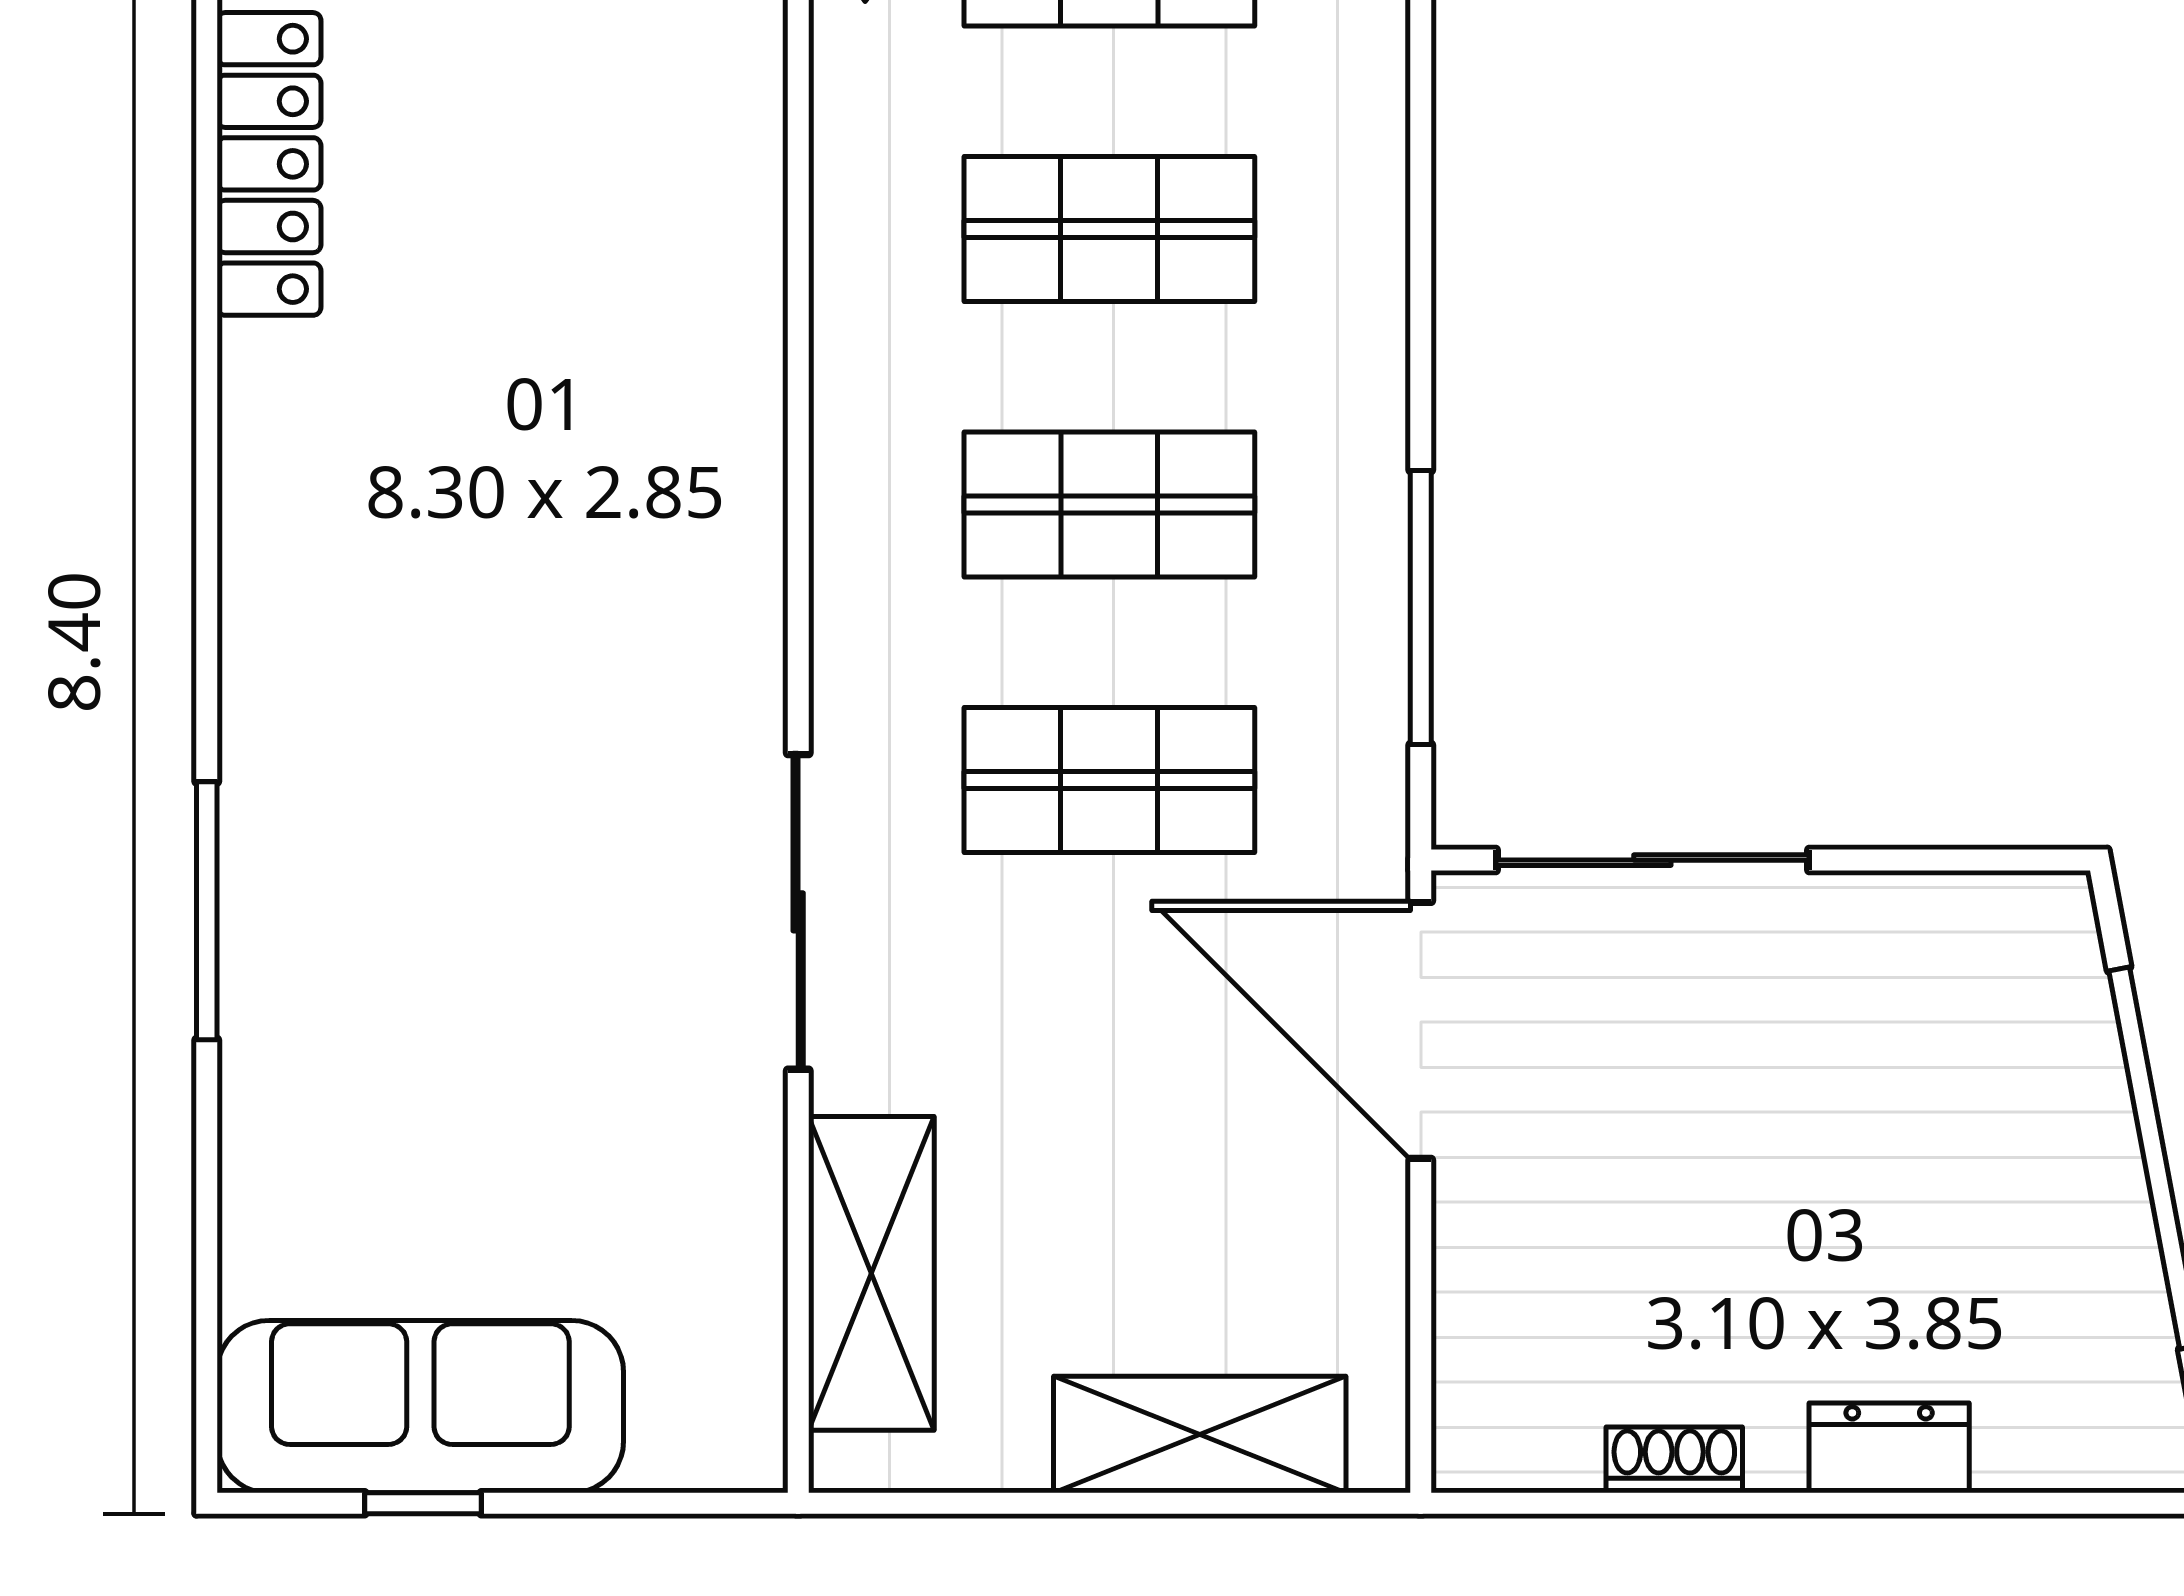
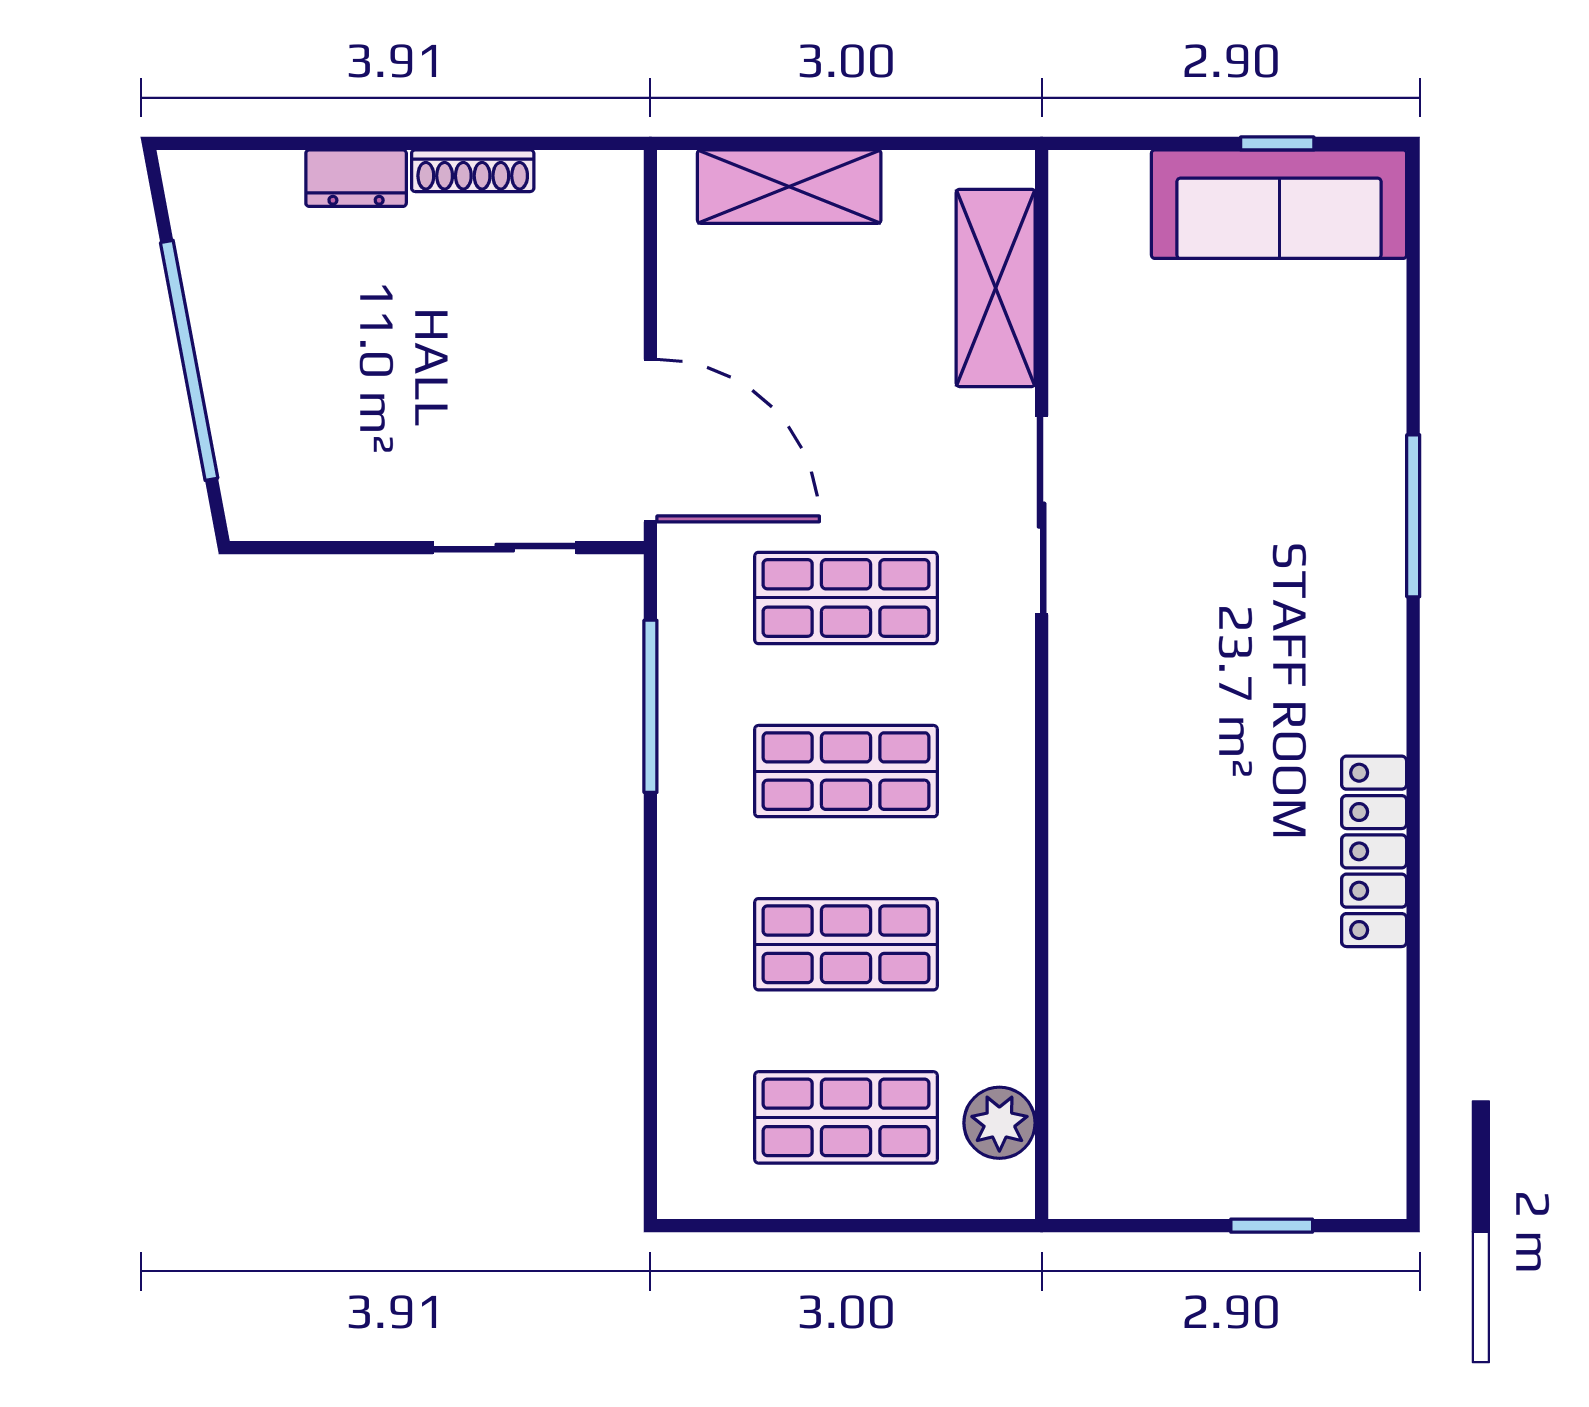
locker: (269, 164) -> (1374, 851), moved
sliding door: (1652, 860) -> (505, 548), width x0.73
shoe rack: (1674, 1460) -> (473, 171), width x1.43

